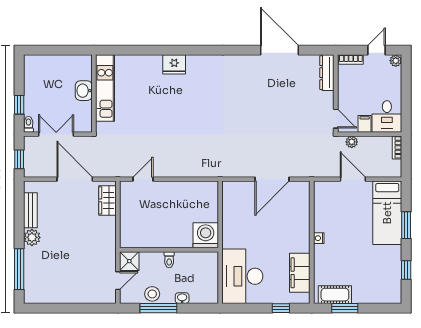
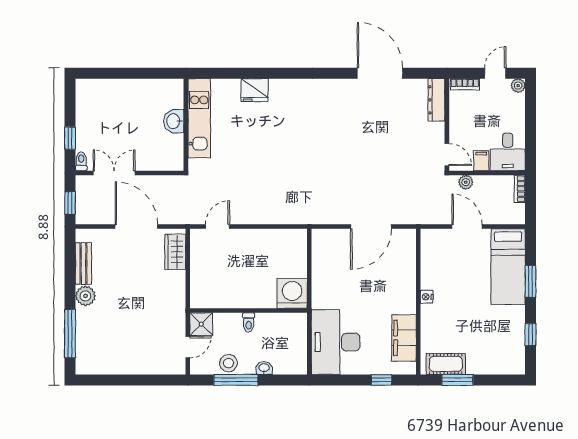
kitchen unit: (105, 88) -> (199, 118), moved
washbasin: (84, 91) -> (174, 121), moved
wall: (94, 93) -> (186, 125), moved

